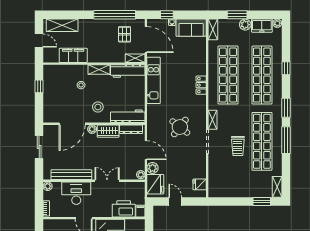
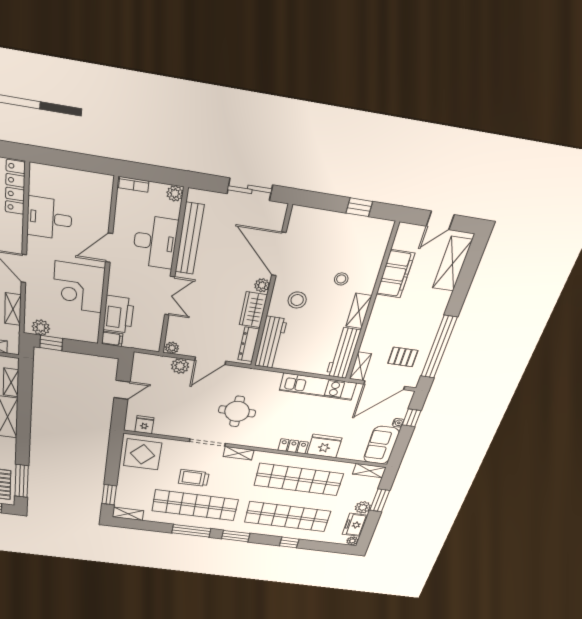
round table: (180, 127) -> (237, 411), turned -38
display table: (224, 183) -> (143, 454), added
fridge: (155, 184) -> (324, 446), moved, turned 180

